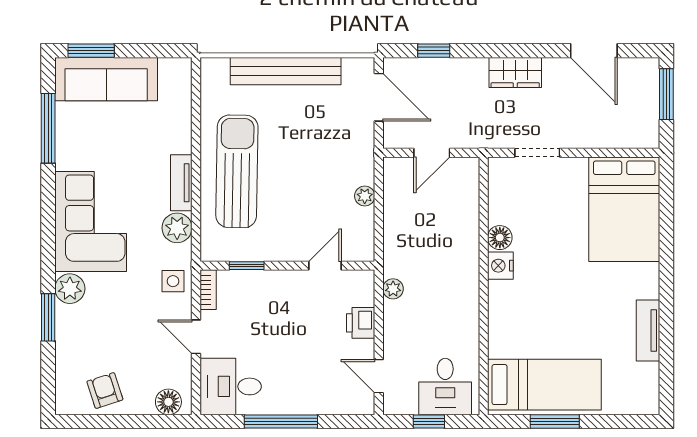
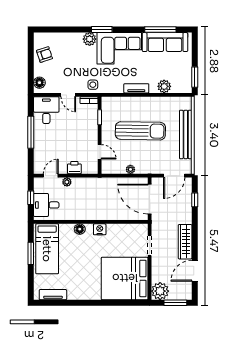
window: (91, 51) -> (195, 77), moved
wardrobe: (515, 72) -> (185, 242), width x1.50
sofa: (106, 79) -> (165, 42), moved, turned -90
plant: (640, 129) -> (160, 291), added
door: (432, 153) -> (150, 199), width x1.88
sun lounger: (237, 171) -> (140, 131), moved
bed: (624, 209) -> (125, 278), width x1.36
plant: (177, 228) -> (164, 86), moved
floor lamp: (500, 238) -> (80, 229), moved
plant: (393, 289) -> (67, 182), moved
window: (48, 317) -> (102, 29), moved
tv unit: (648, 330) -> (53, 295), moved
door: (196, 337) -> (68, 95), swing flipped

